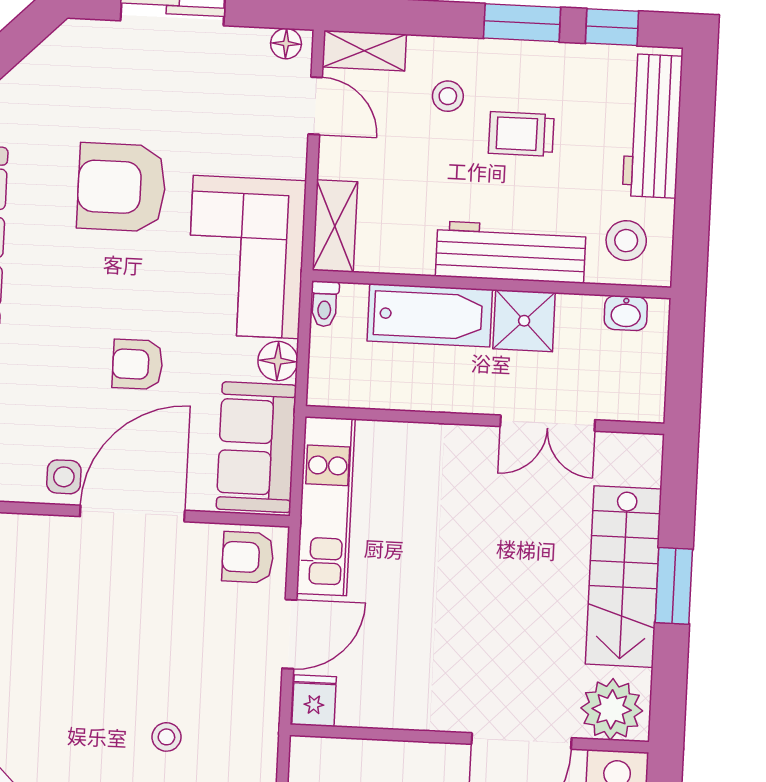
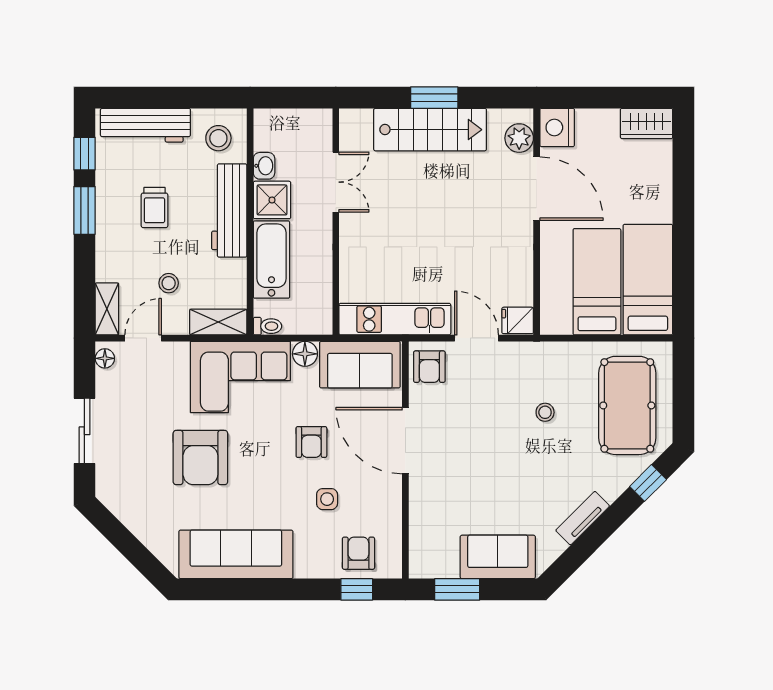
stool: (448, 96) -> (169, 283), moved
washbasin: (626, 313) -> (264, 166), moved
side table: (64, 477) -> (327, 499), moved
plant: (612, 709) -> (519, 138), width x0.73, depth x0.73

